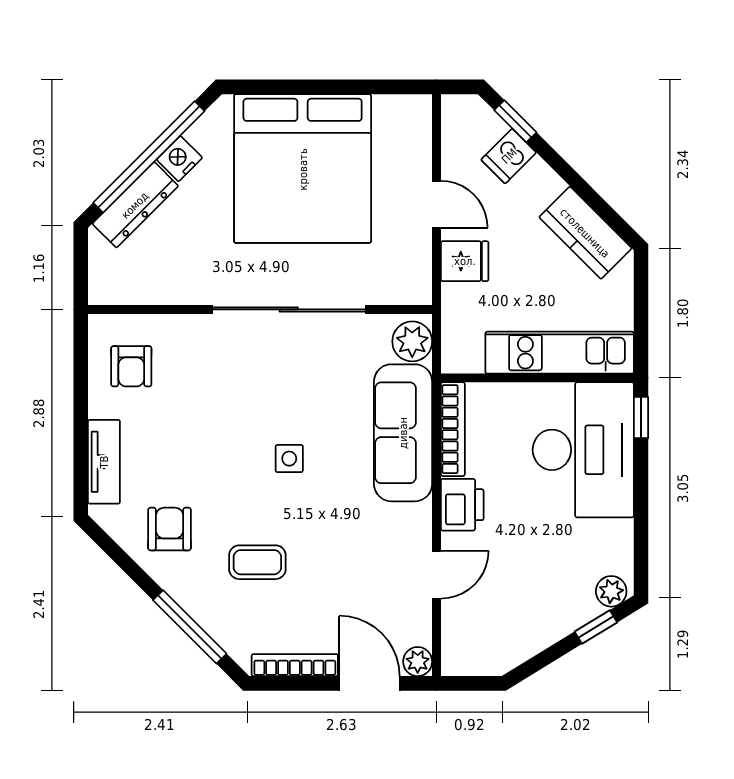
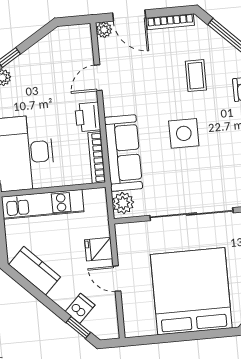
side table: (289, 459) -> (184, 133), width x1.87, depth x1.87
coffee table: (257, 562) -> (196, 76), turned 90

